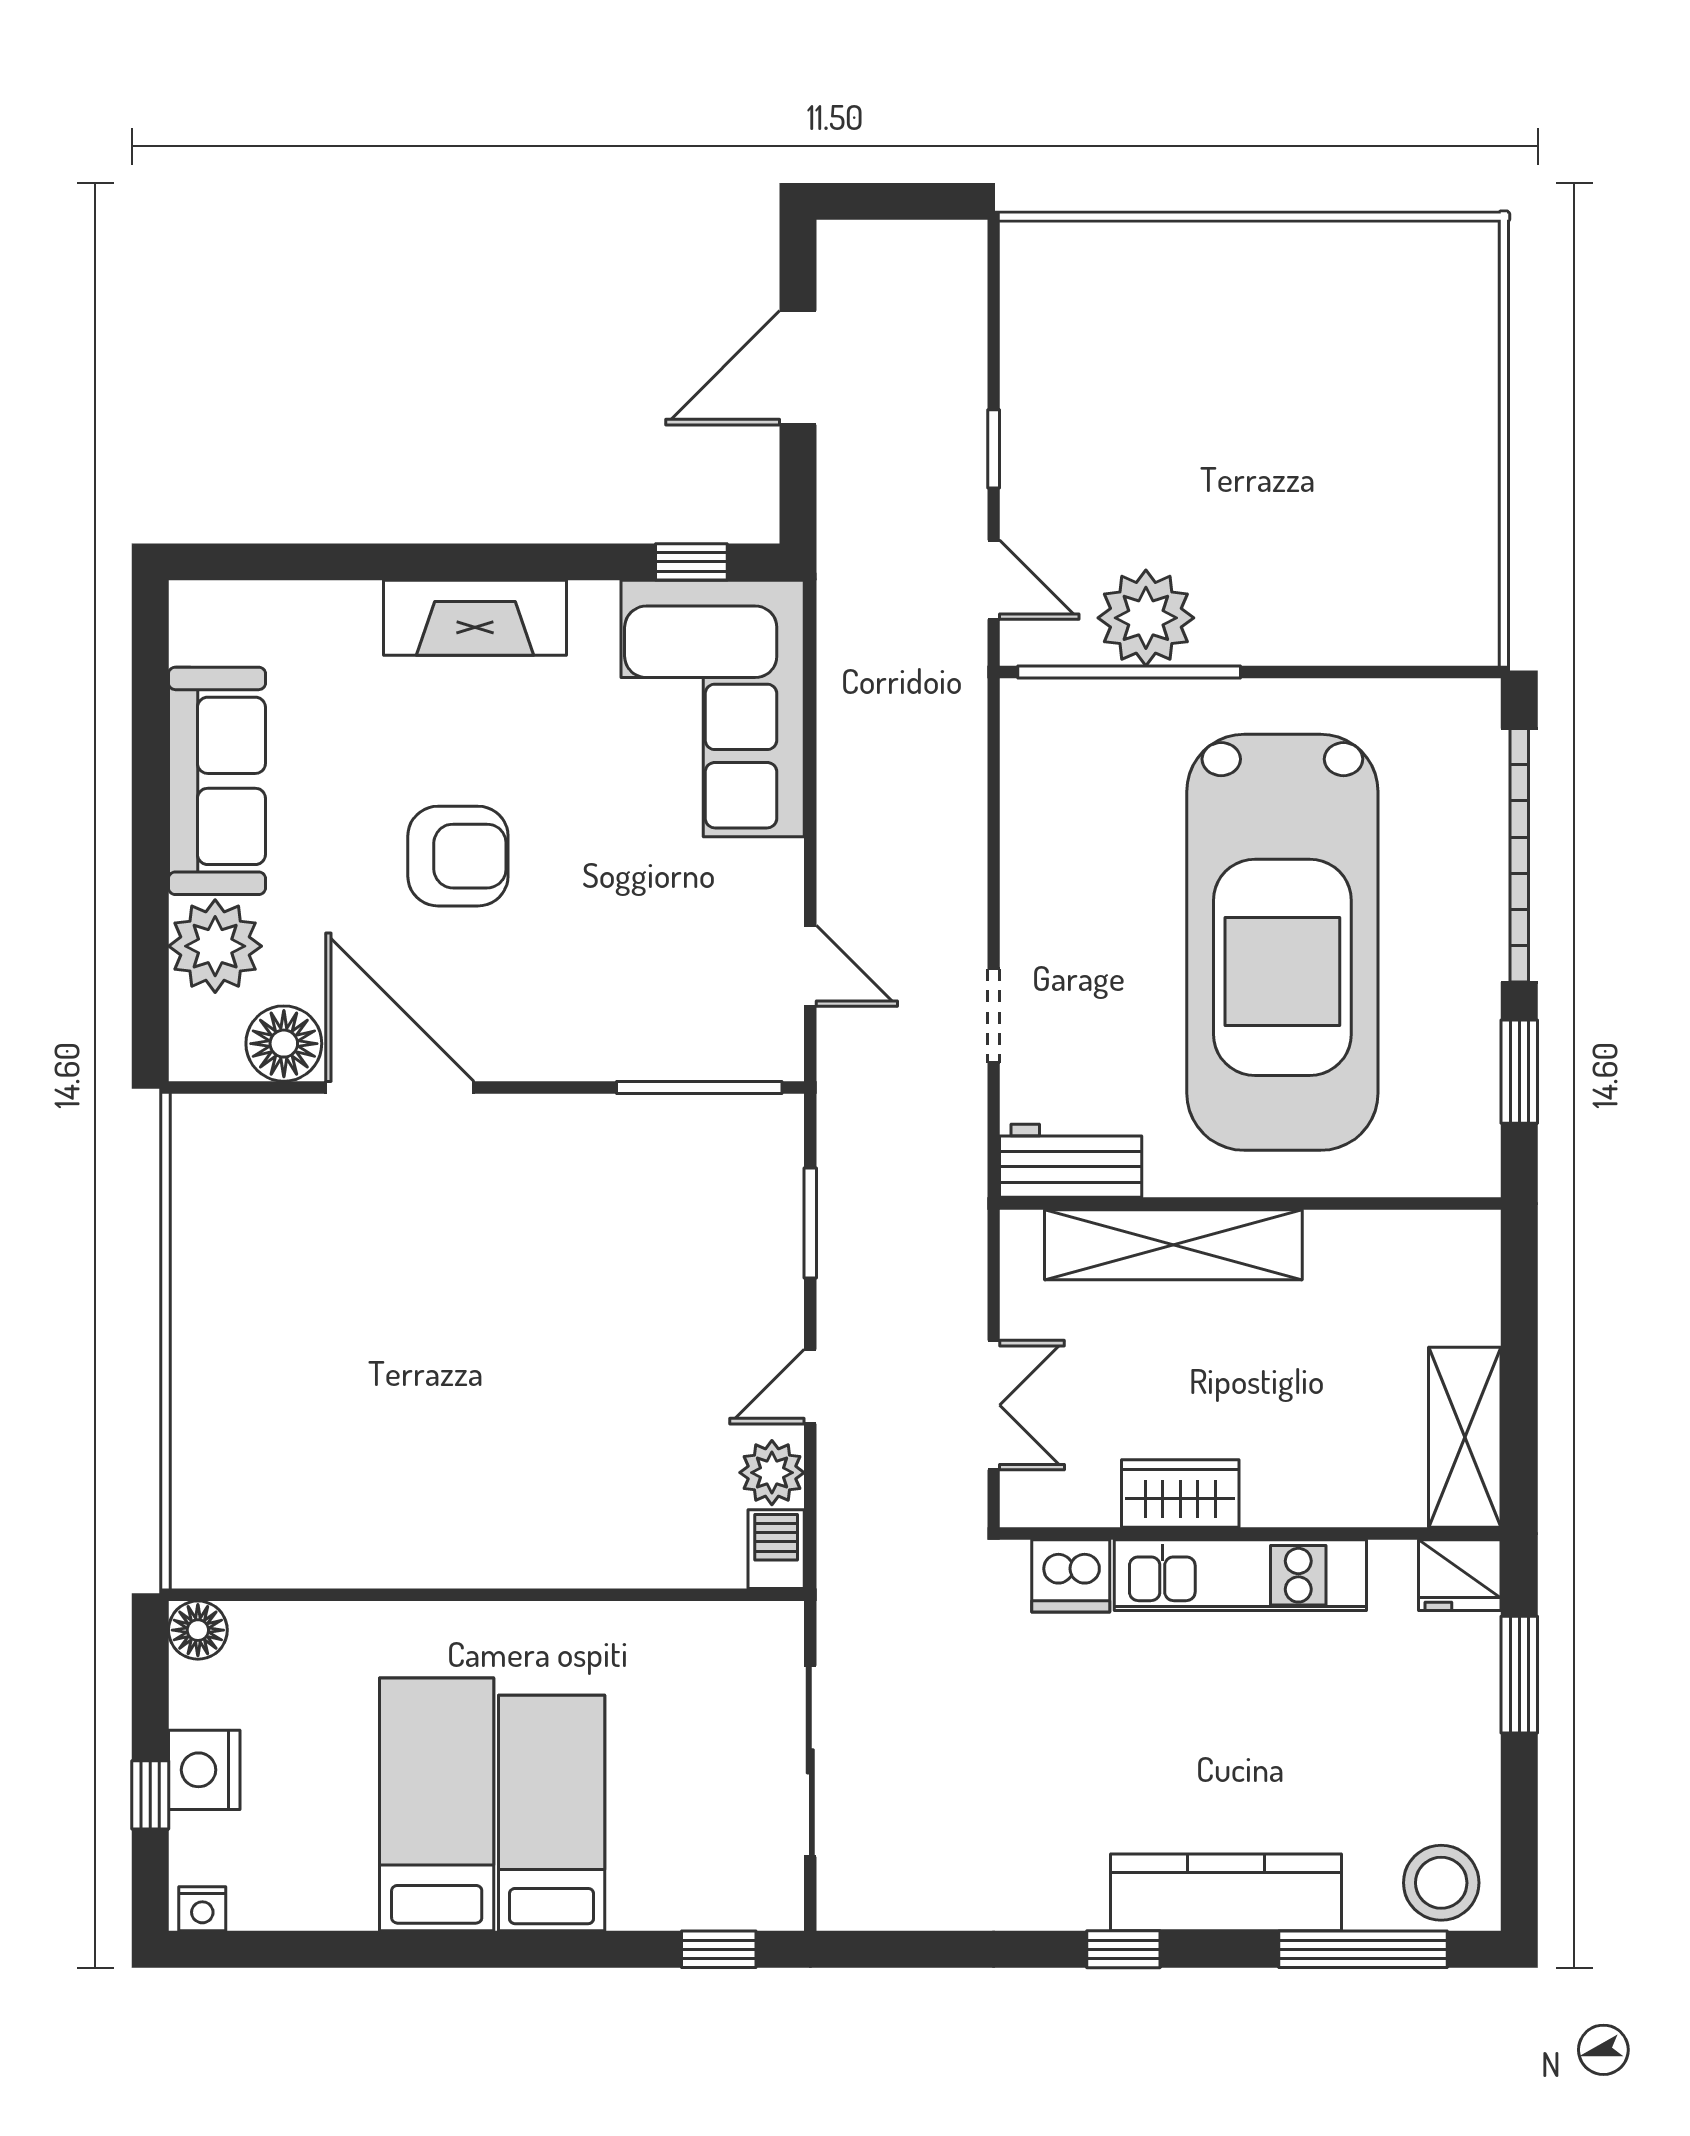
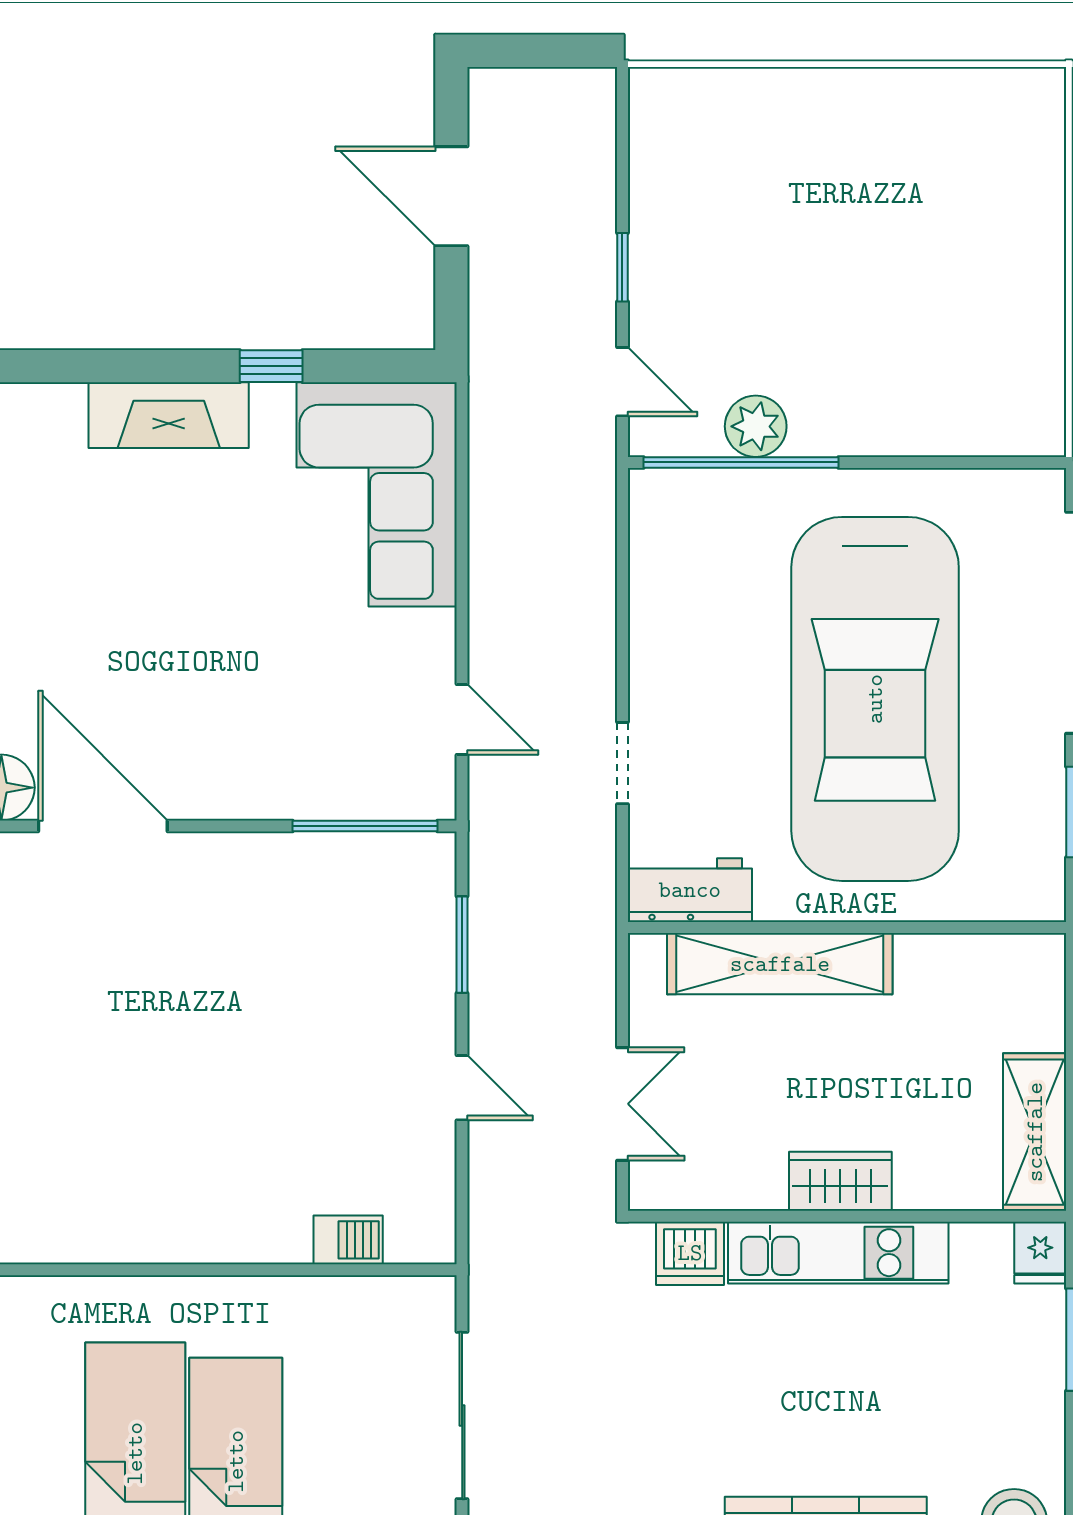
door: (798, 368) -> (451, 196), hinge flipped
window: (691, 562) -> (271, 366), moved
plant: (1146, 618) -> (756, 426), width x0.73, depth x0.73
armchair: (458, 856) -> (154, 624), removed
door: (810, 1387) -> (462, 1088), swing flipped
plant: (772, 1473) -> (429, 1163), removed
wardrobe: (1180, 1494) -> (840, 1181), moved
barbecue: (776, 1549) -> (348, 1240), moved, turned 90
fridge: (1460, 1575) -> (1040, 1253), width x0.72

